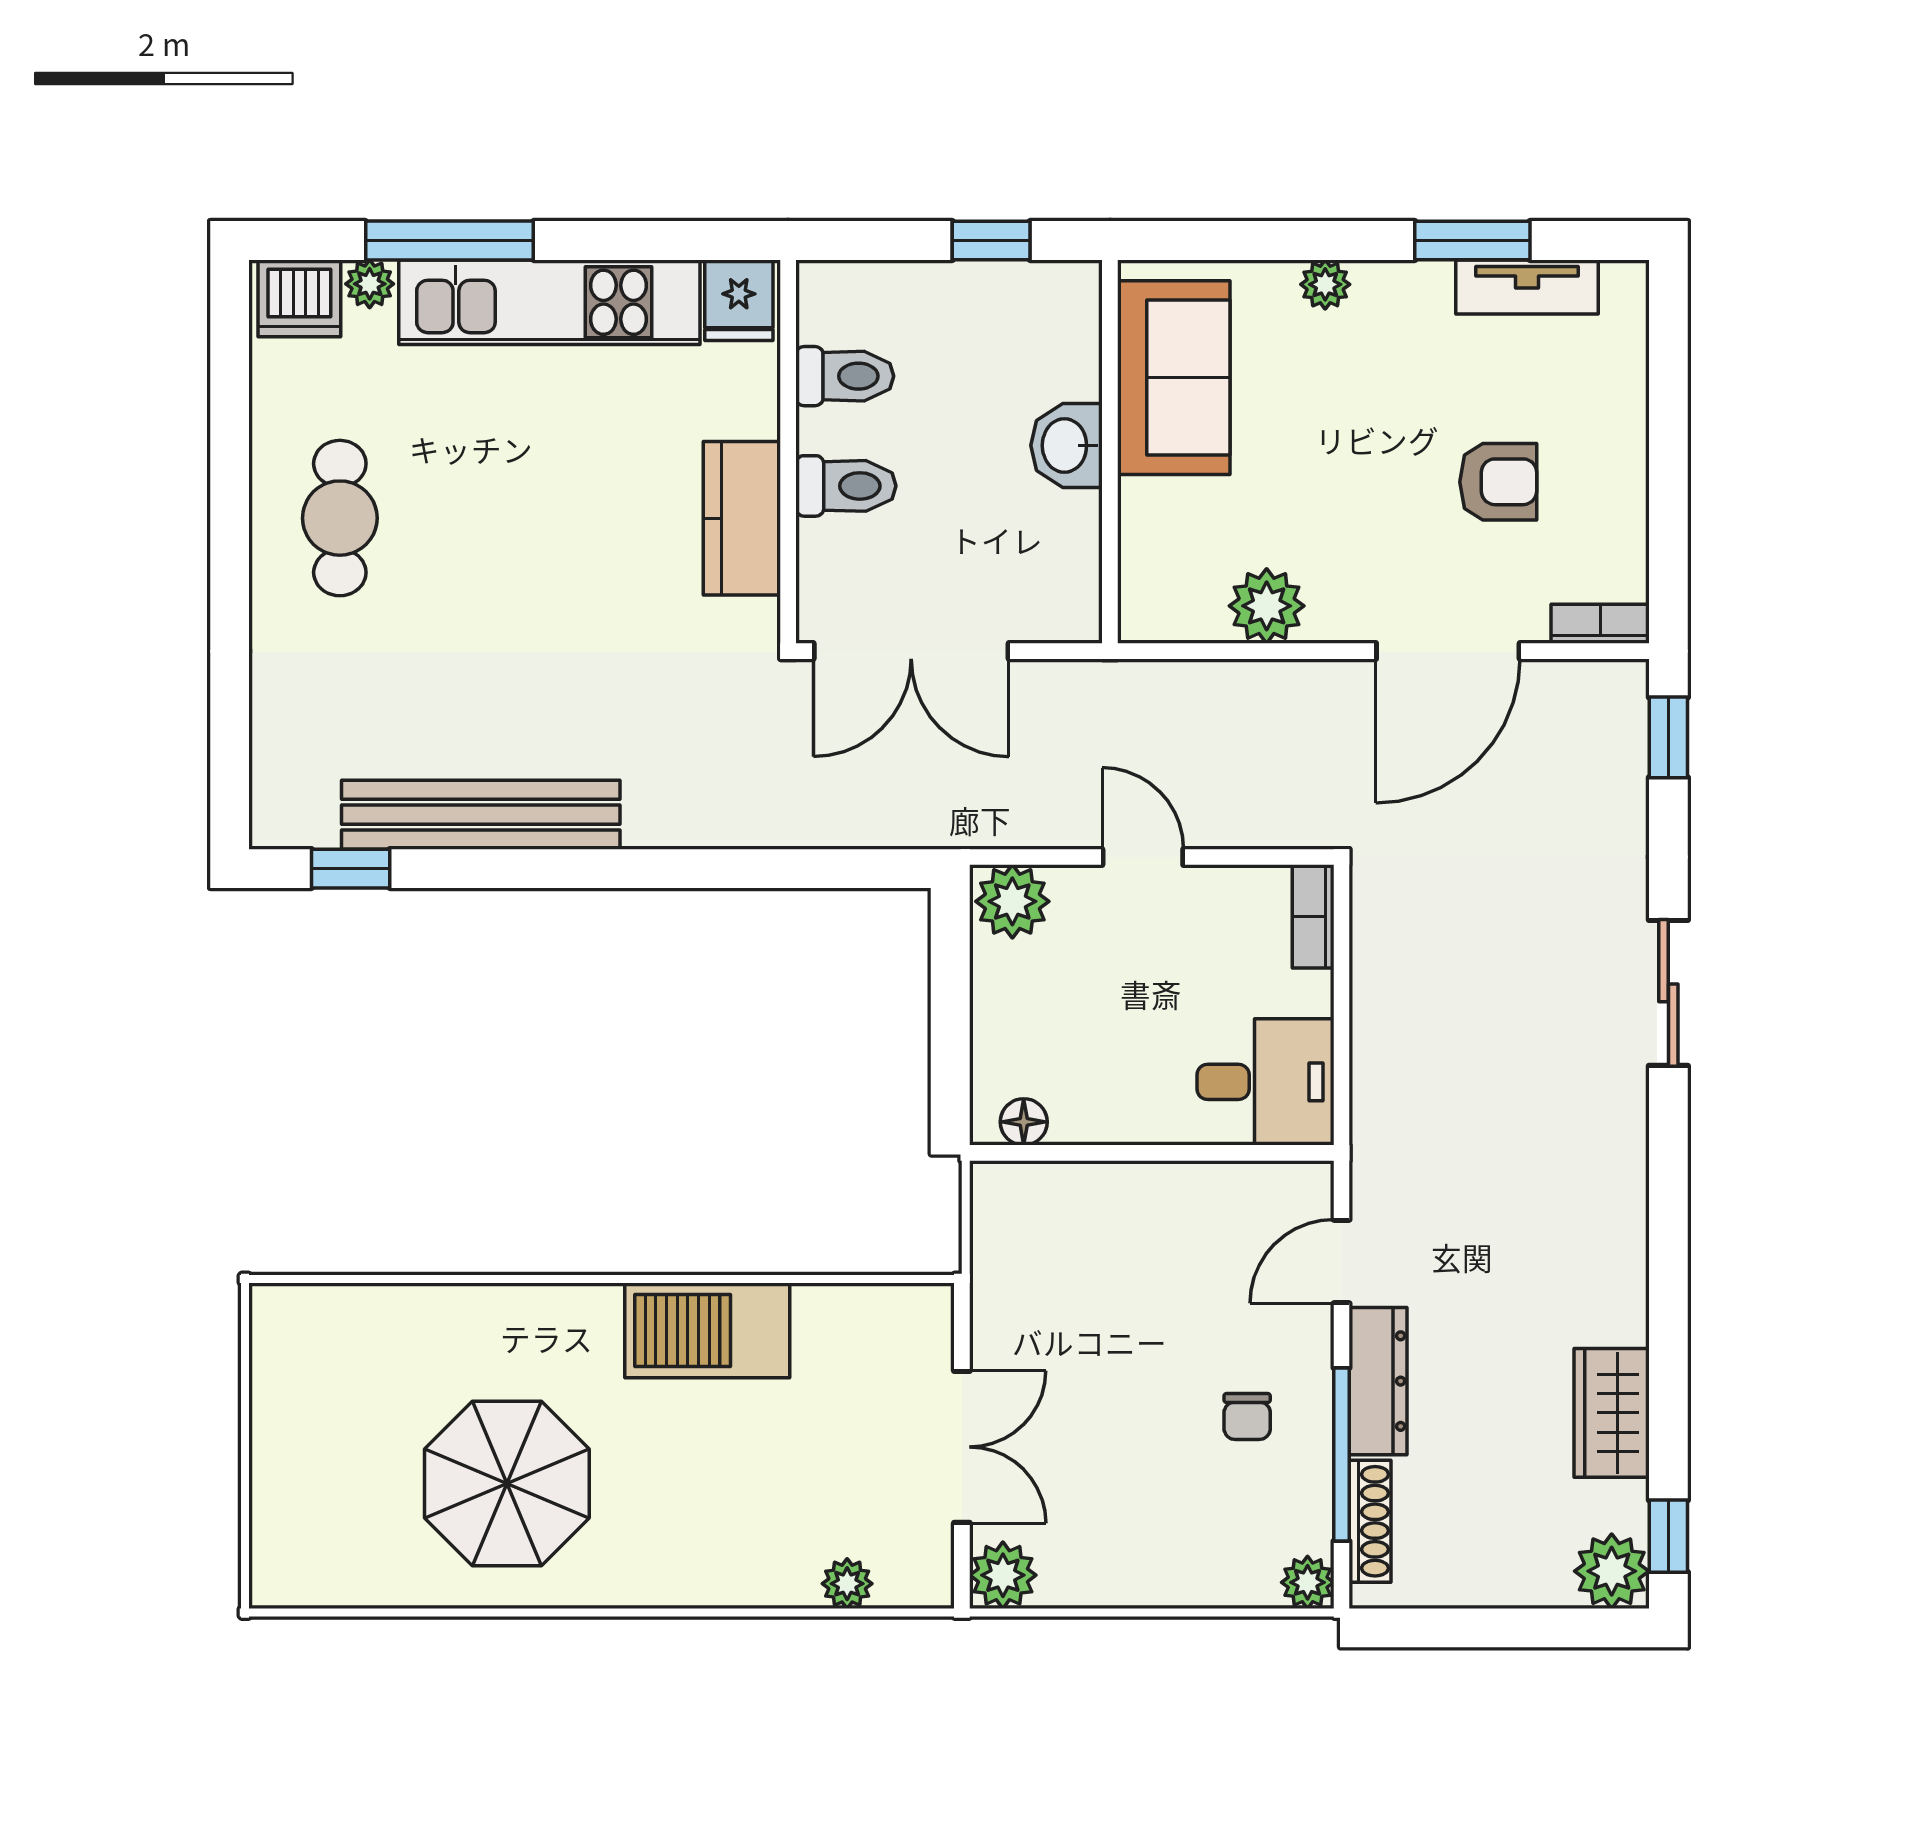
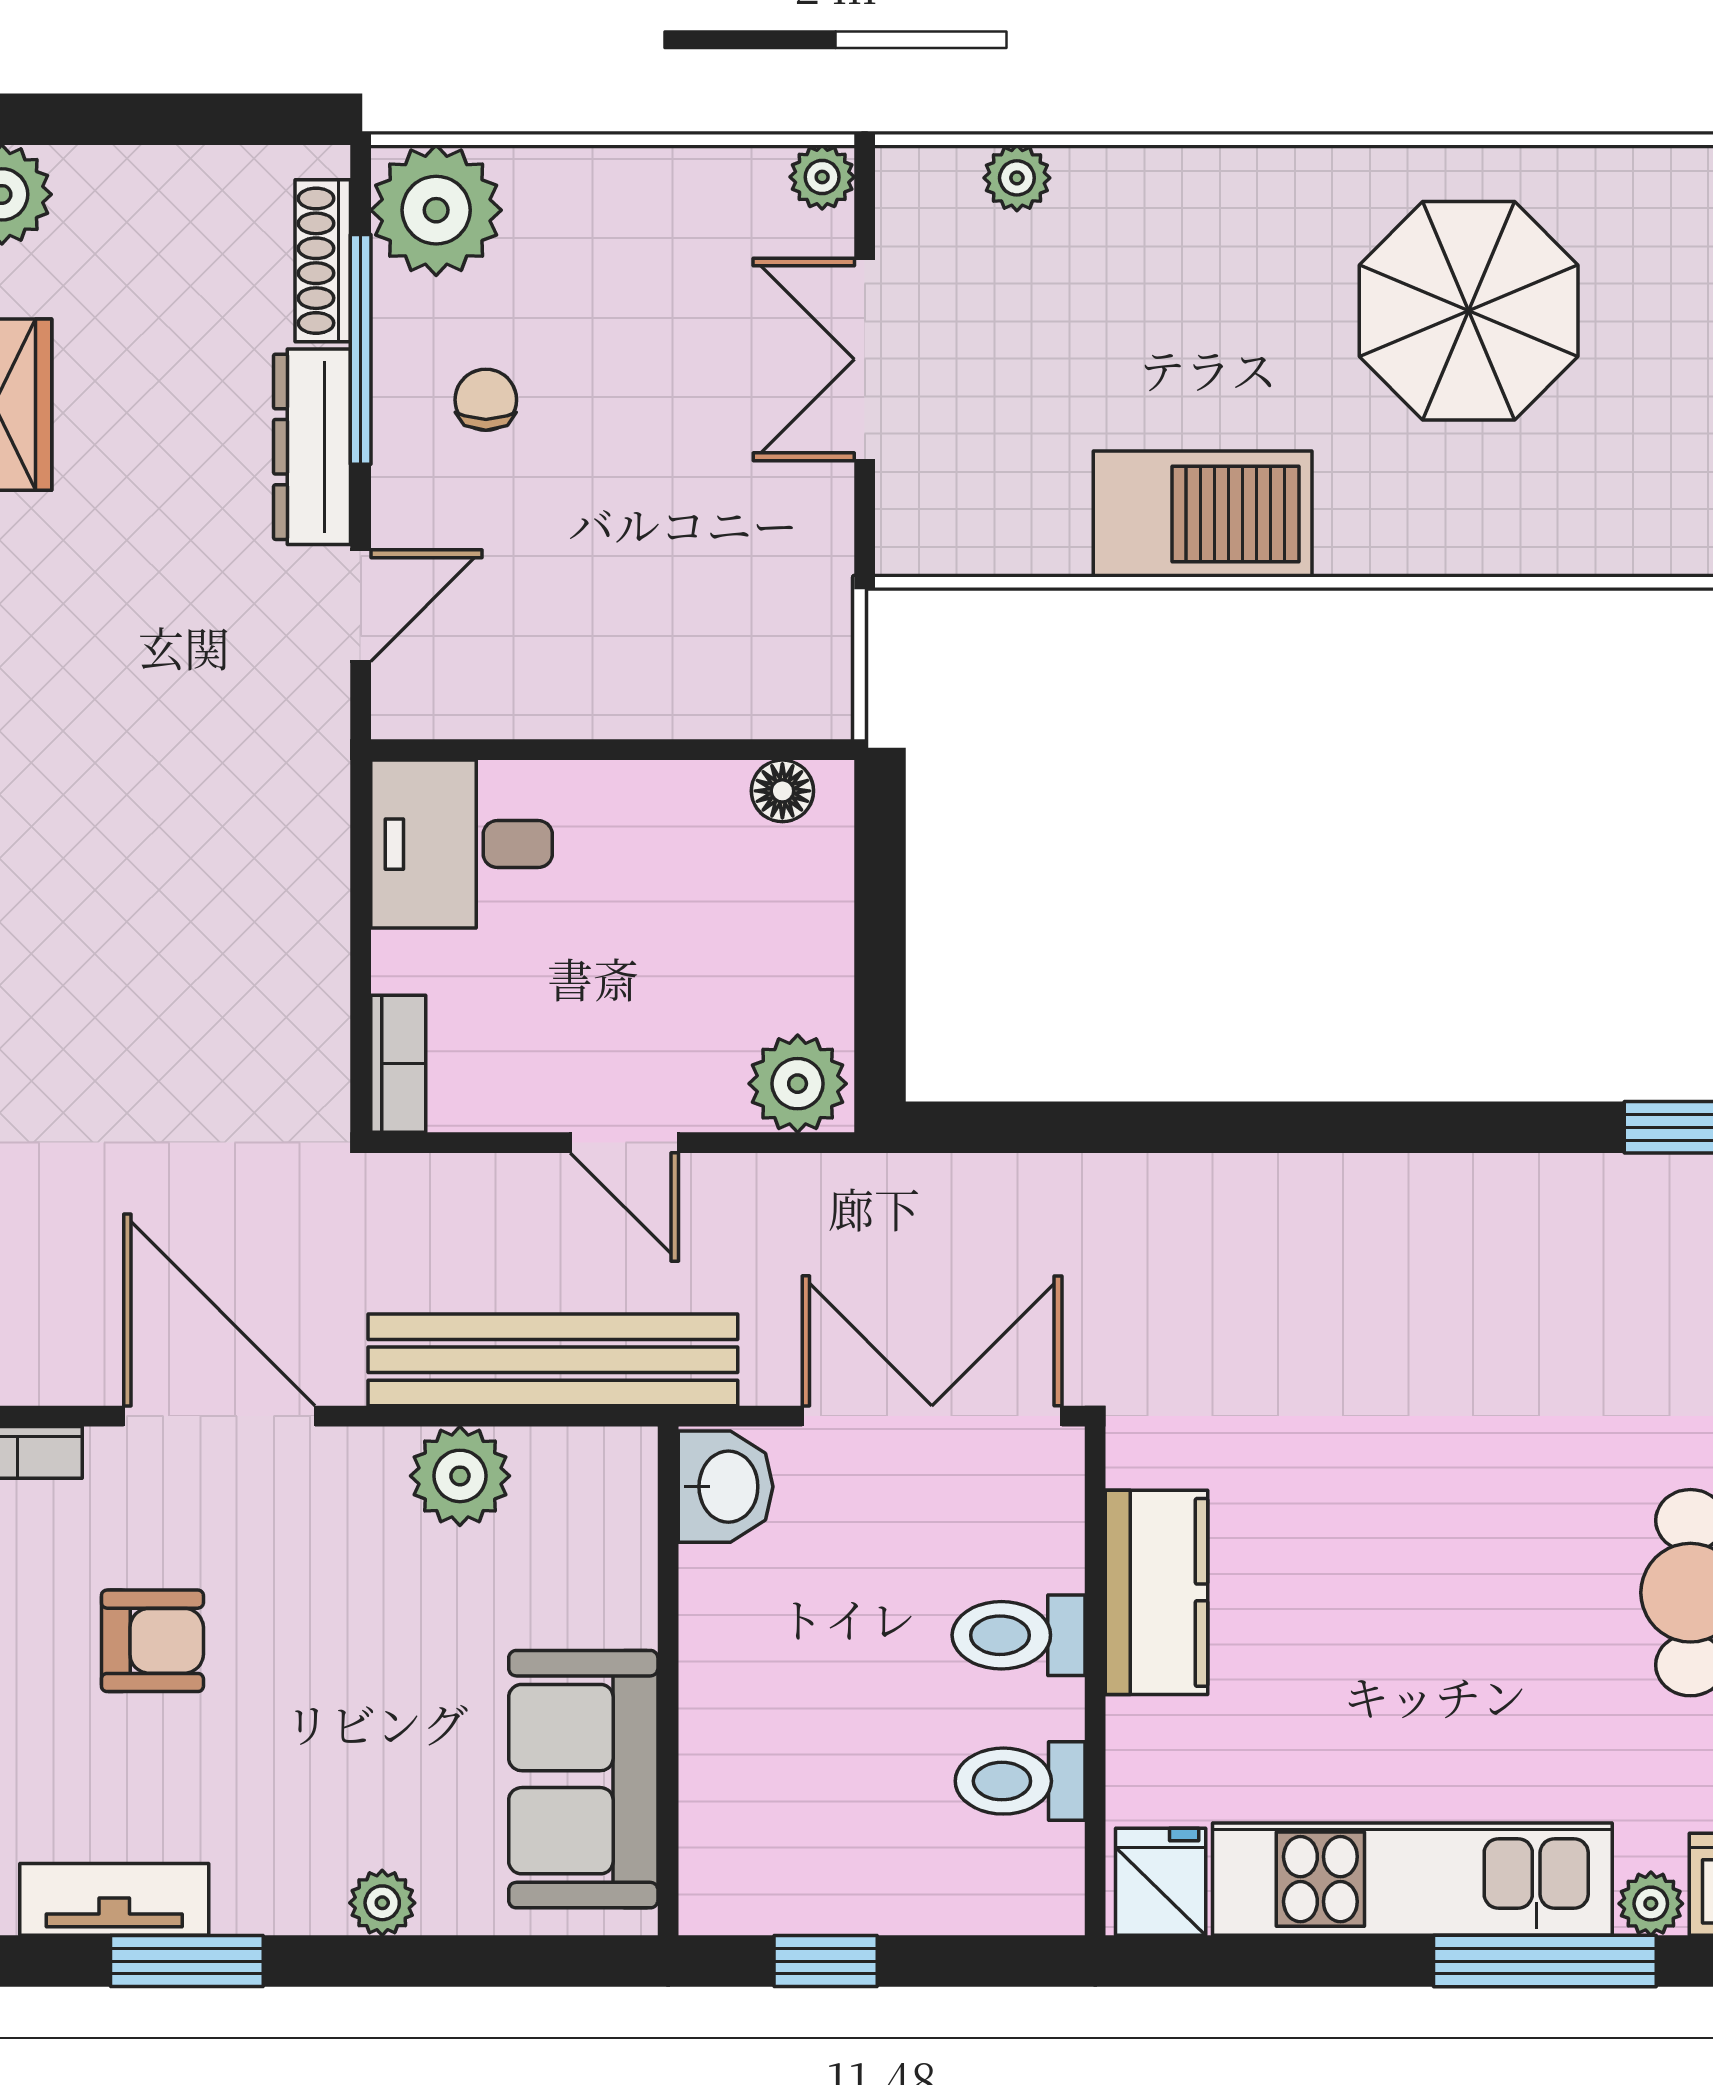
washbasin: (1067, 445) -> (726, 1487), moved
armchair: (1498, 482) -> (152, 1641), turned 180
door: (1448, 651) -> (219, 1416), hinge flipped
bench: (481, 815) -> (553, 1360), moved
plant: (1003, 1575) -> (822, 177), width x0.73, depth x0.73
plant: (1308, 1582) -> (436, 210), width x1.87, depth x1.87

